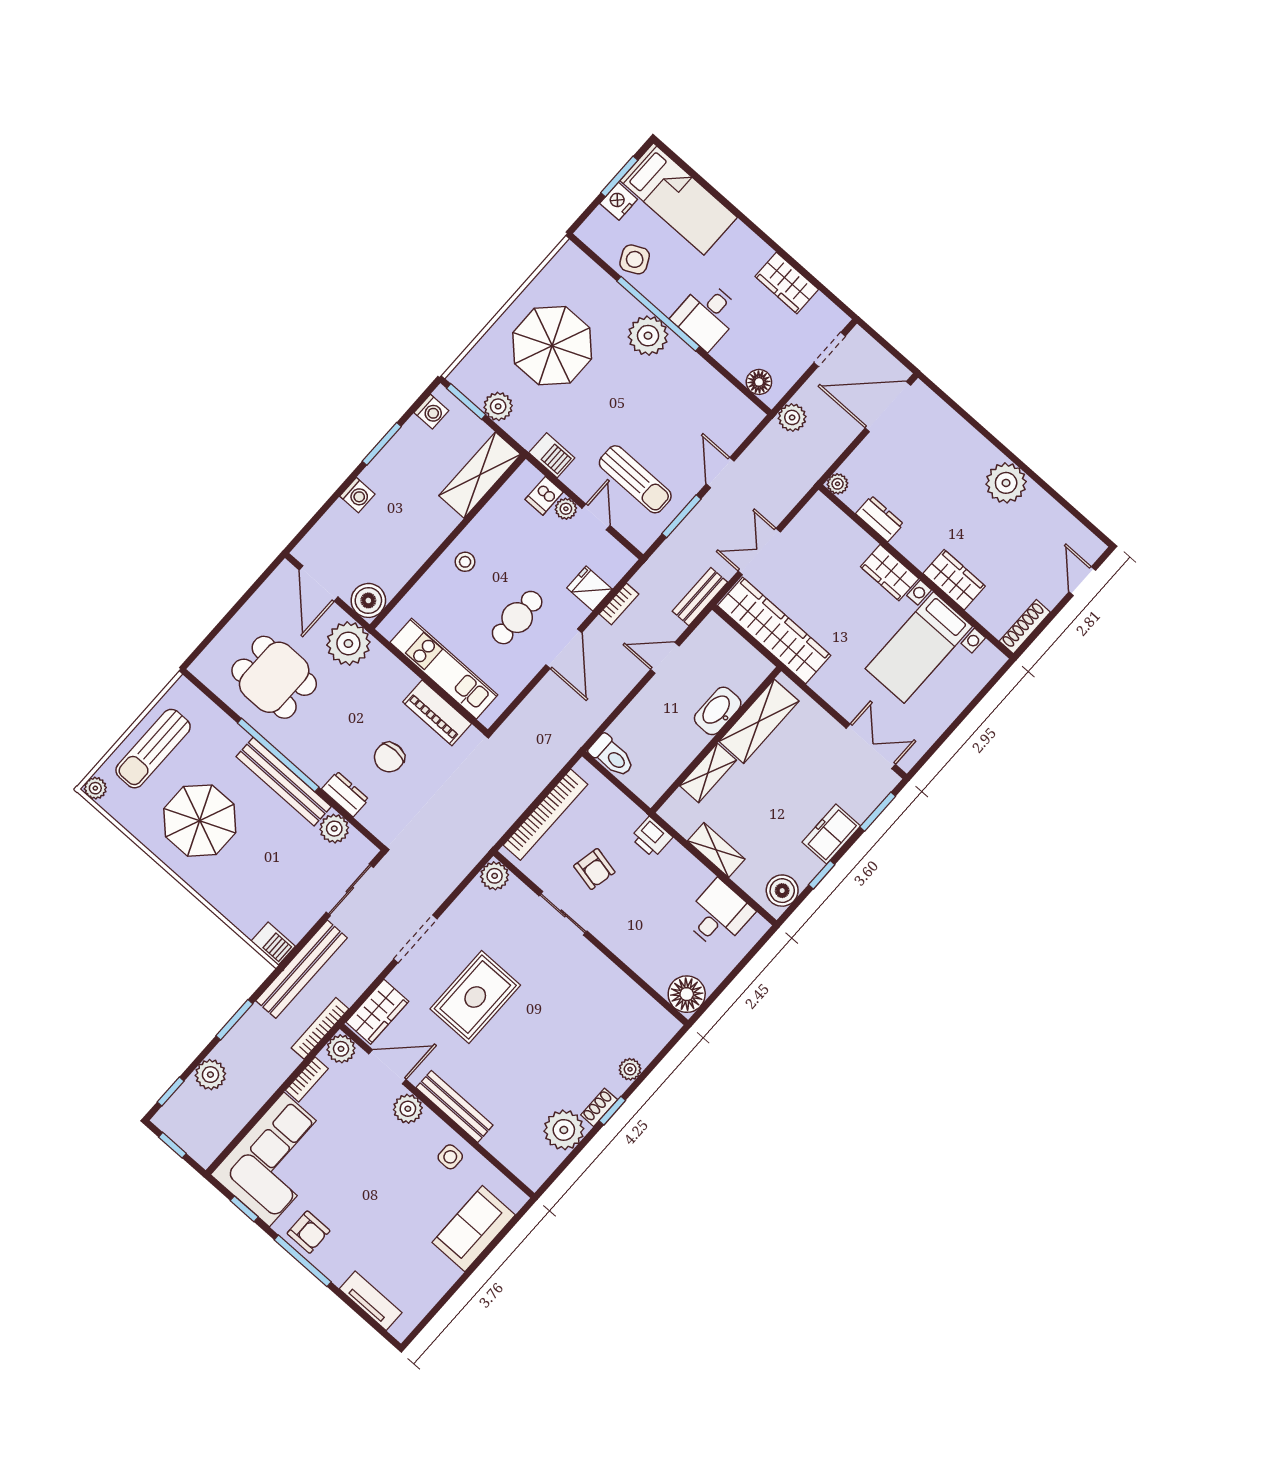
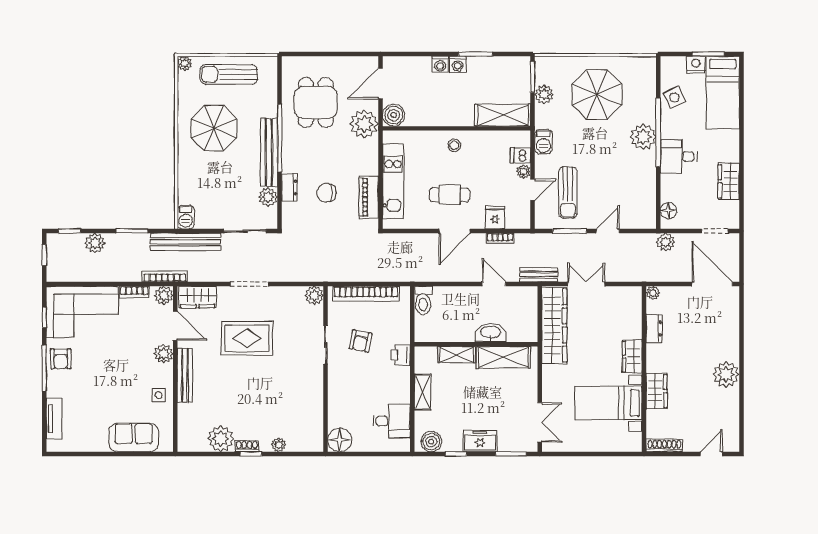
washing machine: (431, 412) -> (458, 64), moved

